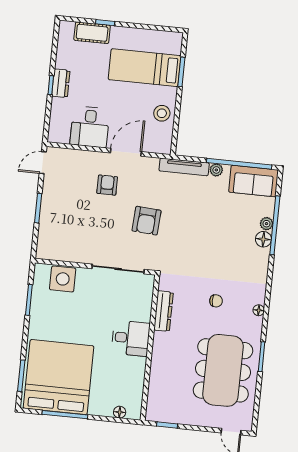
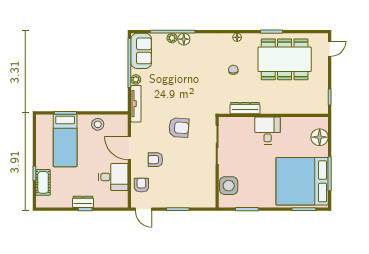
armchair: (75, 163) -> (141, 185), added
floor lamp: (120, 412) -> (320, 137), width x1.89, depth x1.89

